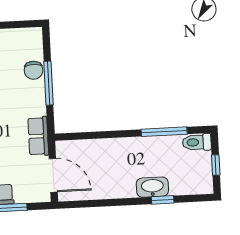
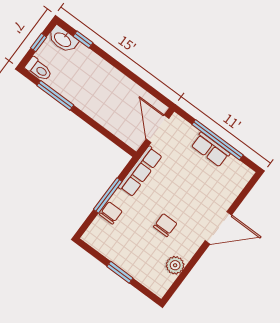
row of seats: (38, 136) -> (140, 171), width x1.48
washbasin: (152, 187) -> (63, 39), moved
window: (163, 200) -> (83, 39), moved

